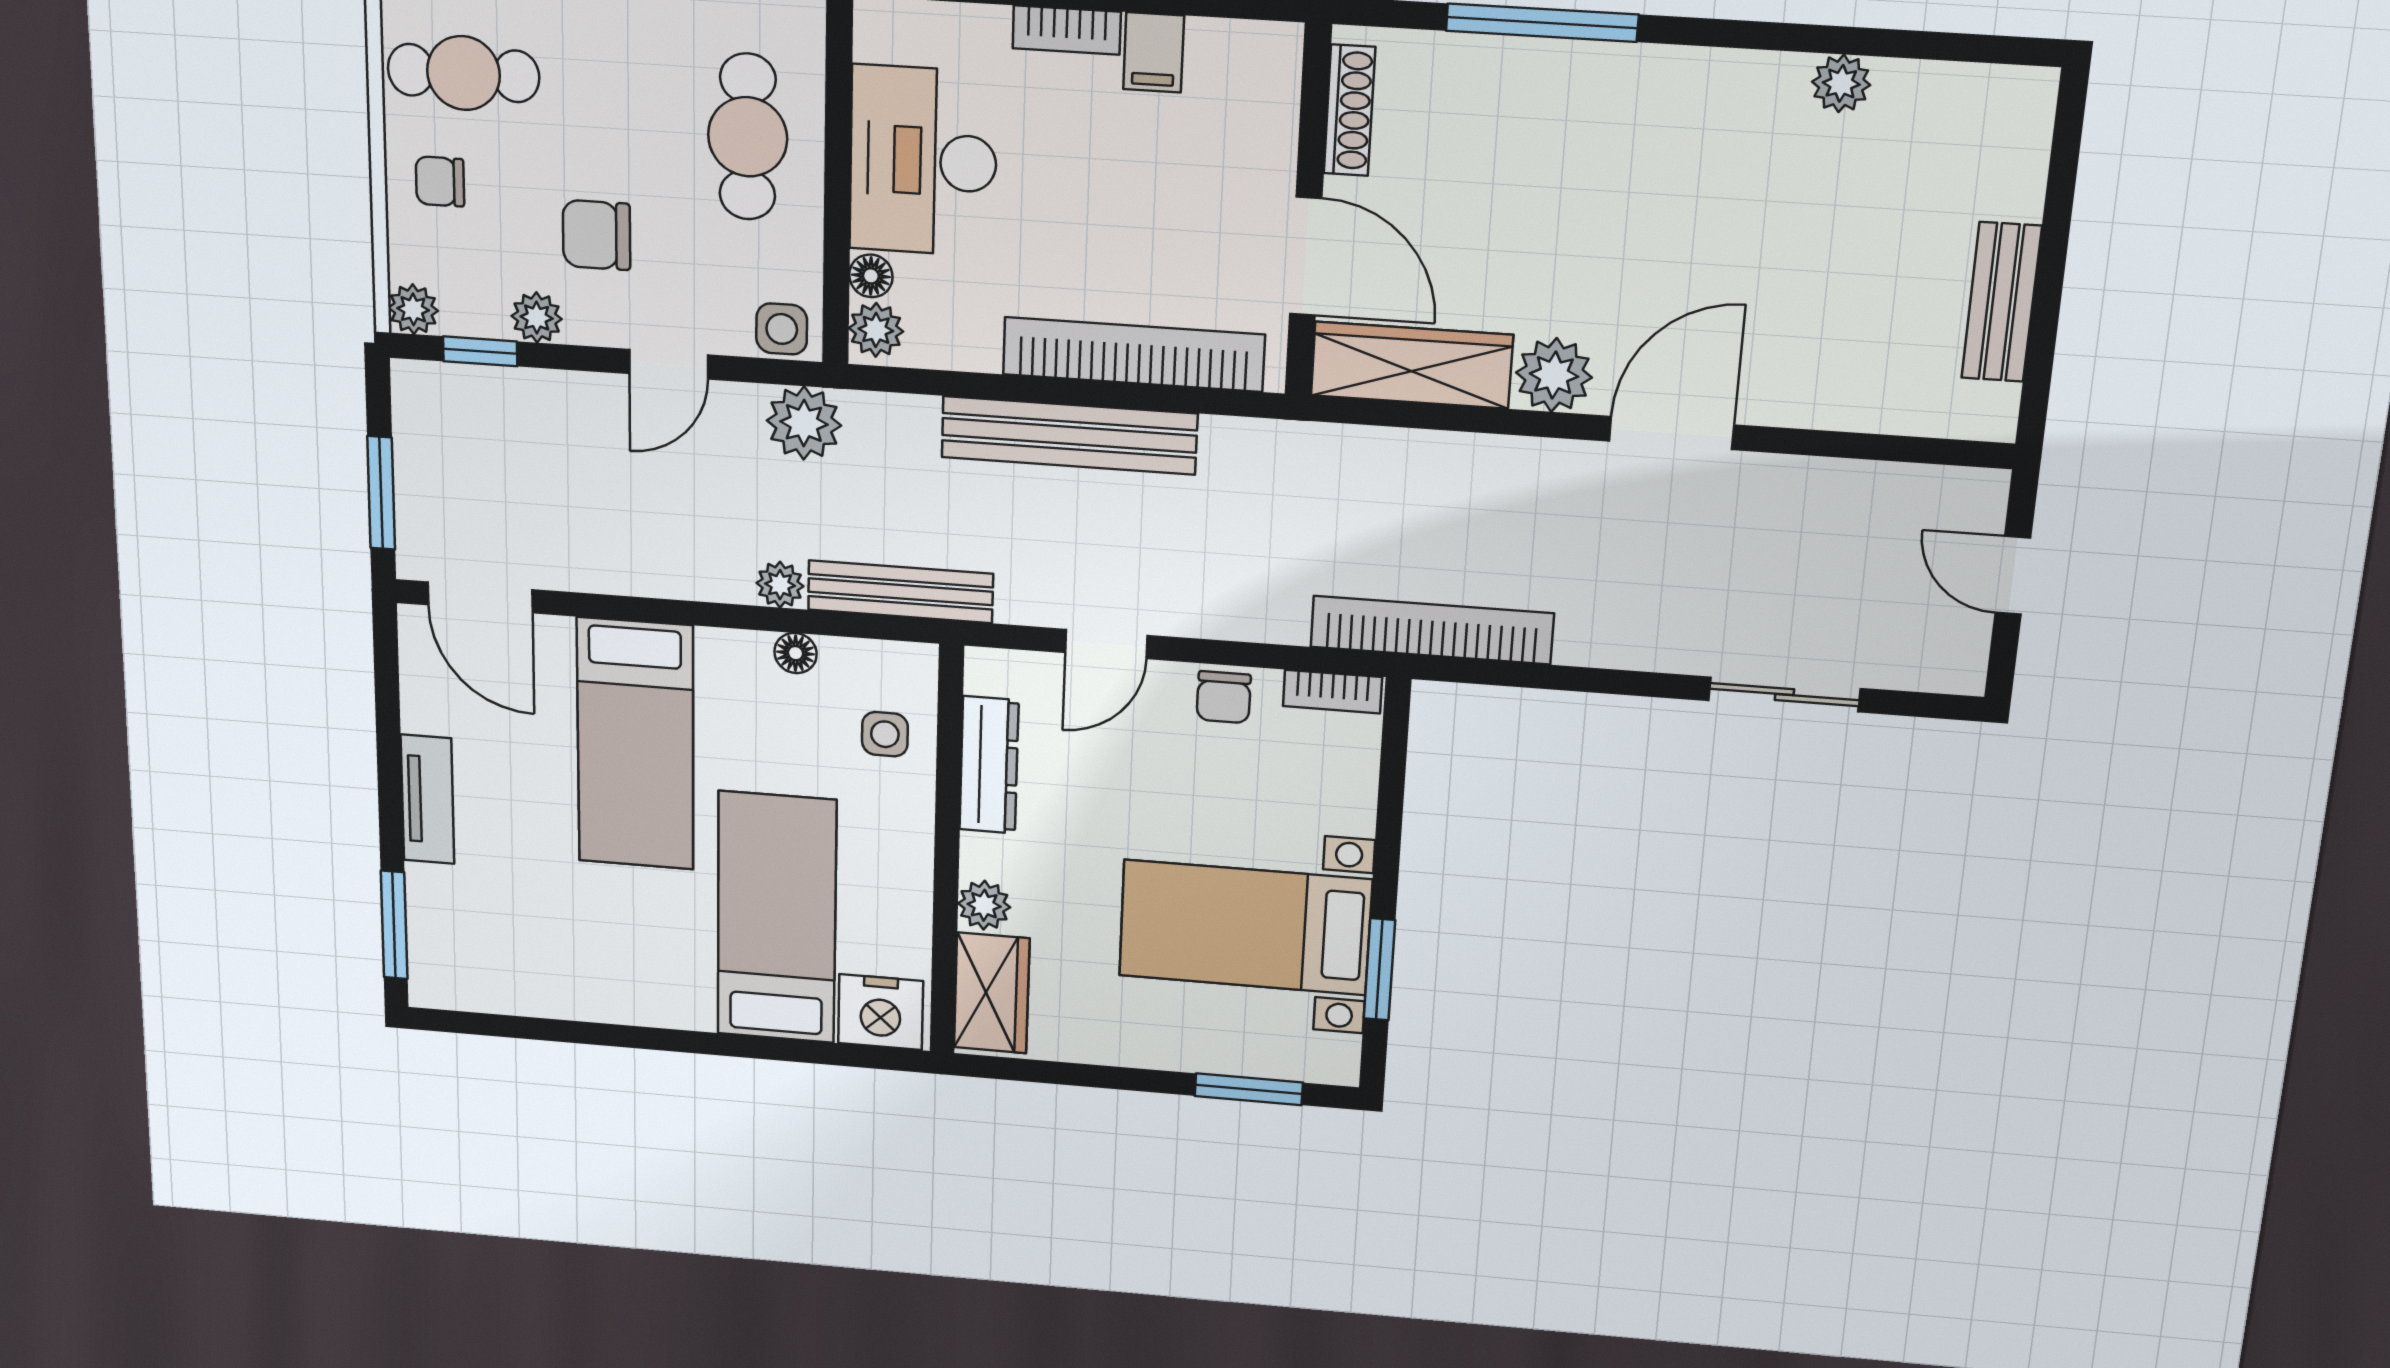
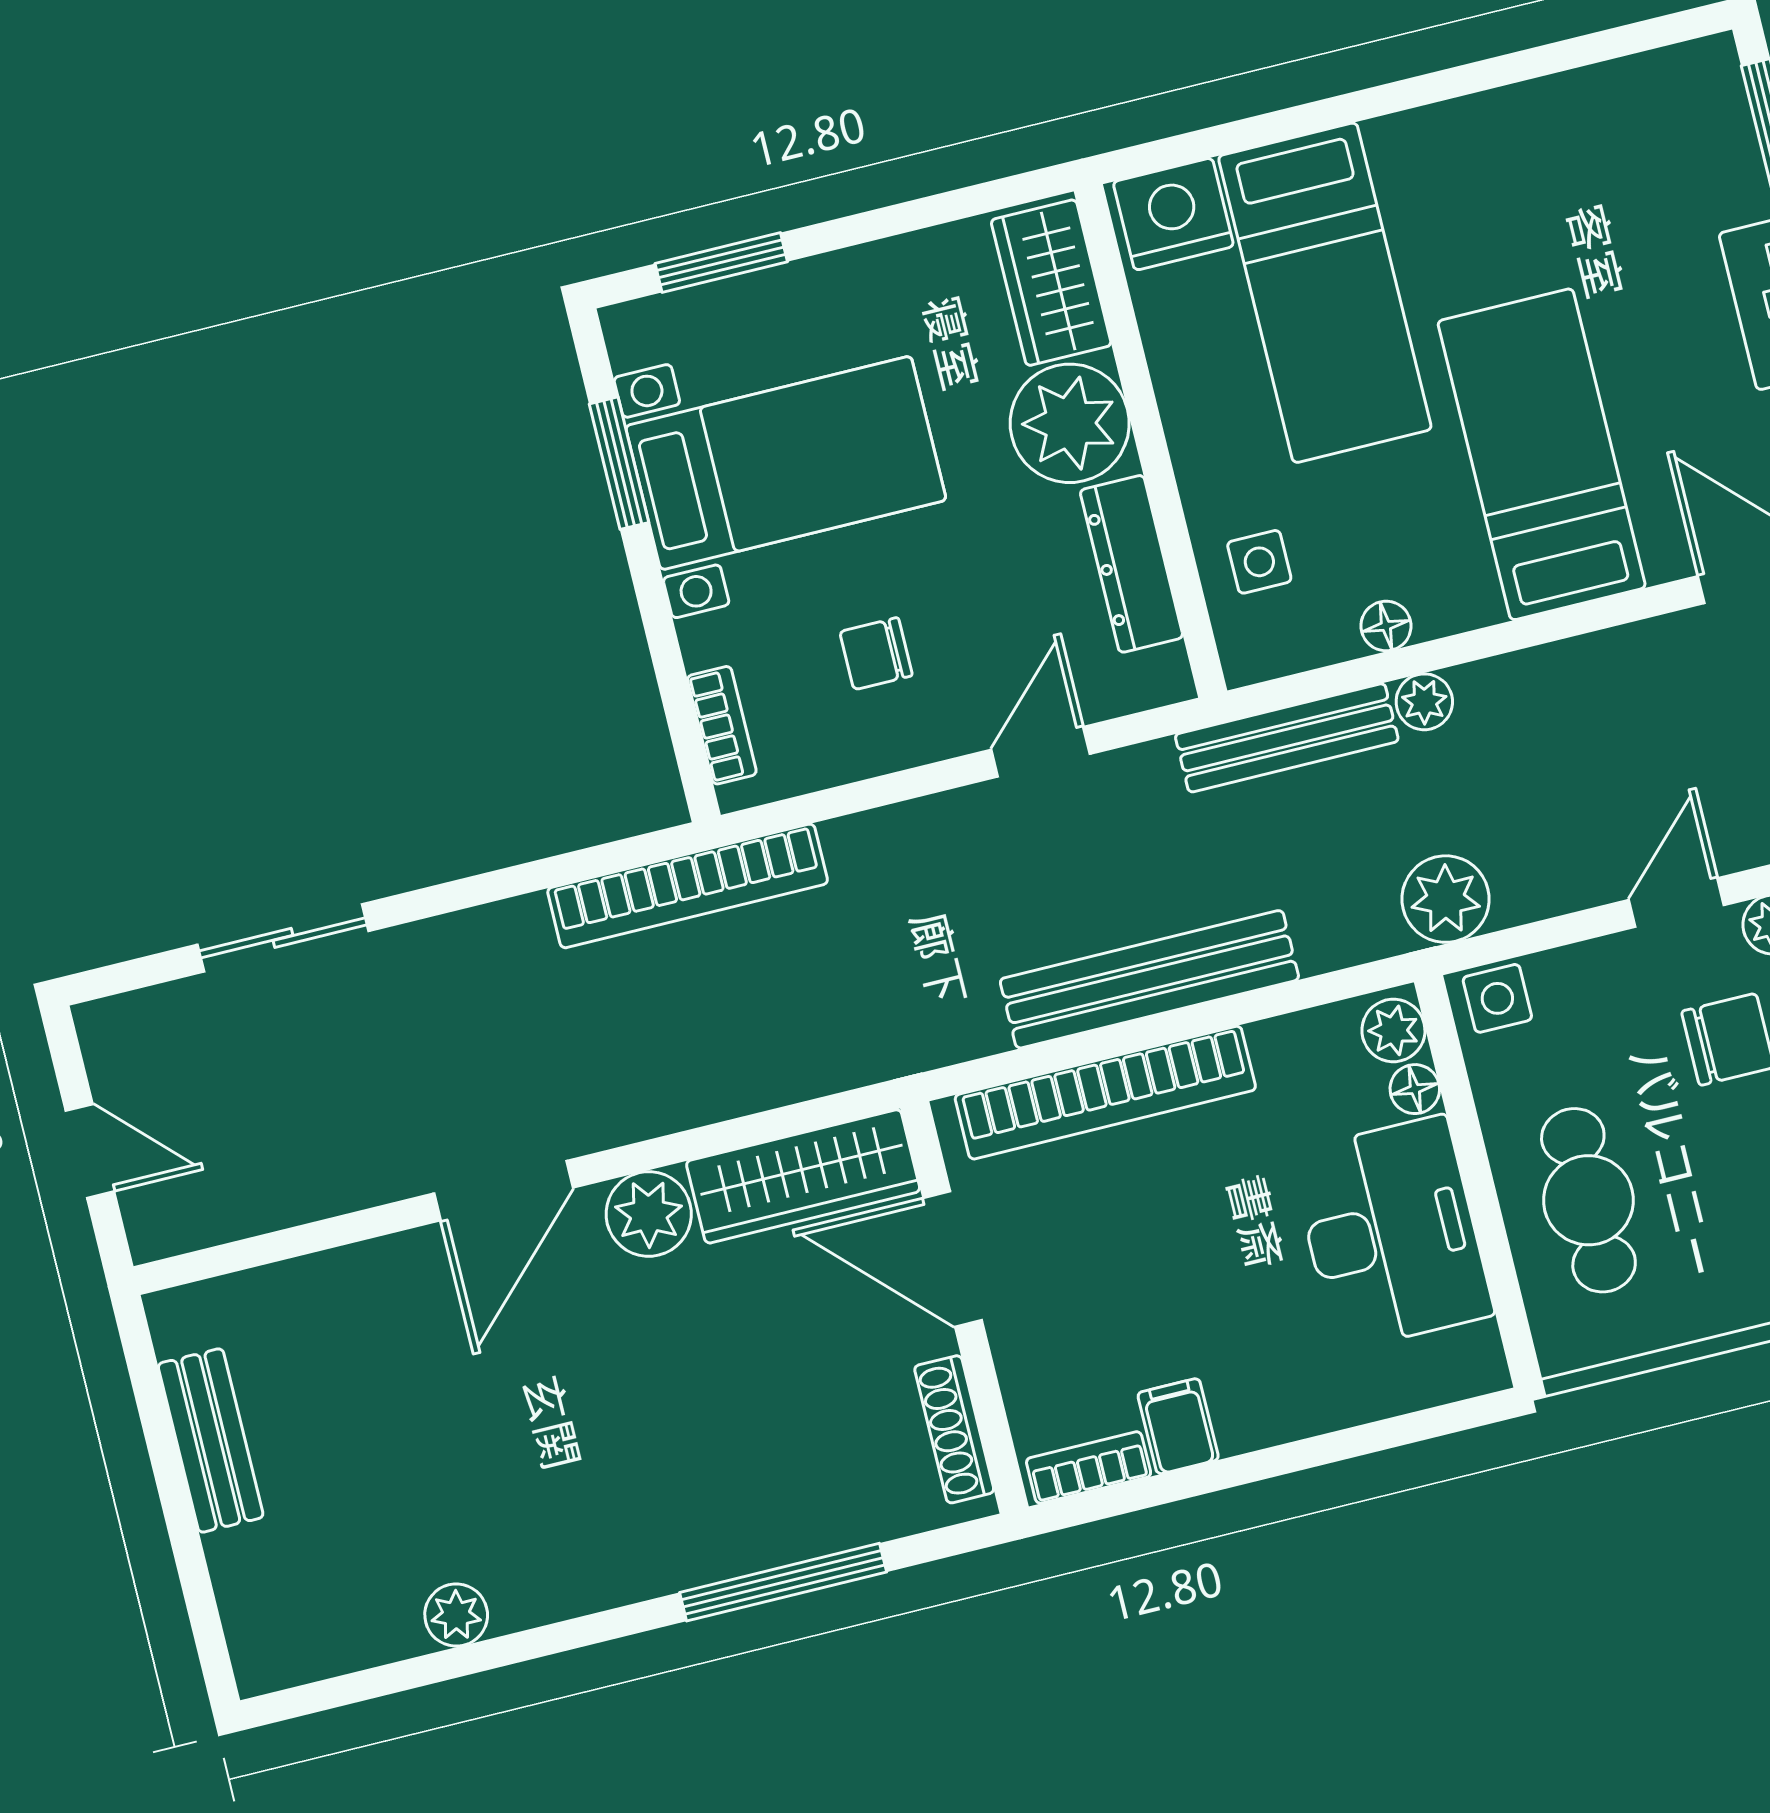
bookcase: (1067, 30) -> (1089, 1467), moved
door: (669, 364) -> (1676, 902), moved
bookcase: (1332, 692) -> (722, 725), moved, turned 90
chair: (1224, 697) -> (876, 654), moved, turned -90
plant: (984, 905) -> (1070, 423), width x1.88, depth x1.88

